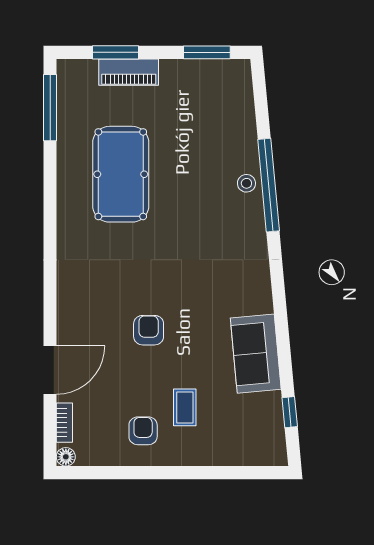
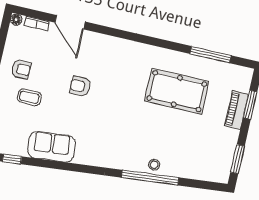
window: (50, 108) -> (210, 55), moved
armchair: (149, 330) -> (80, 86), turned 180

